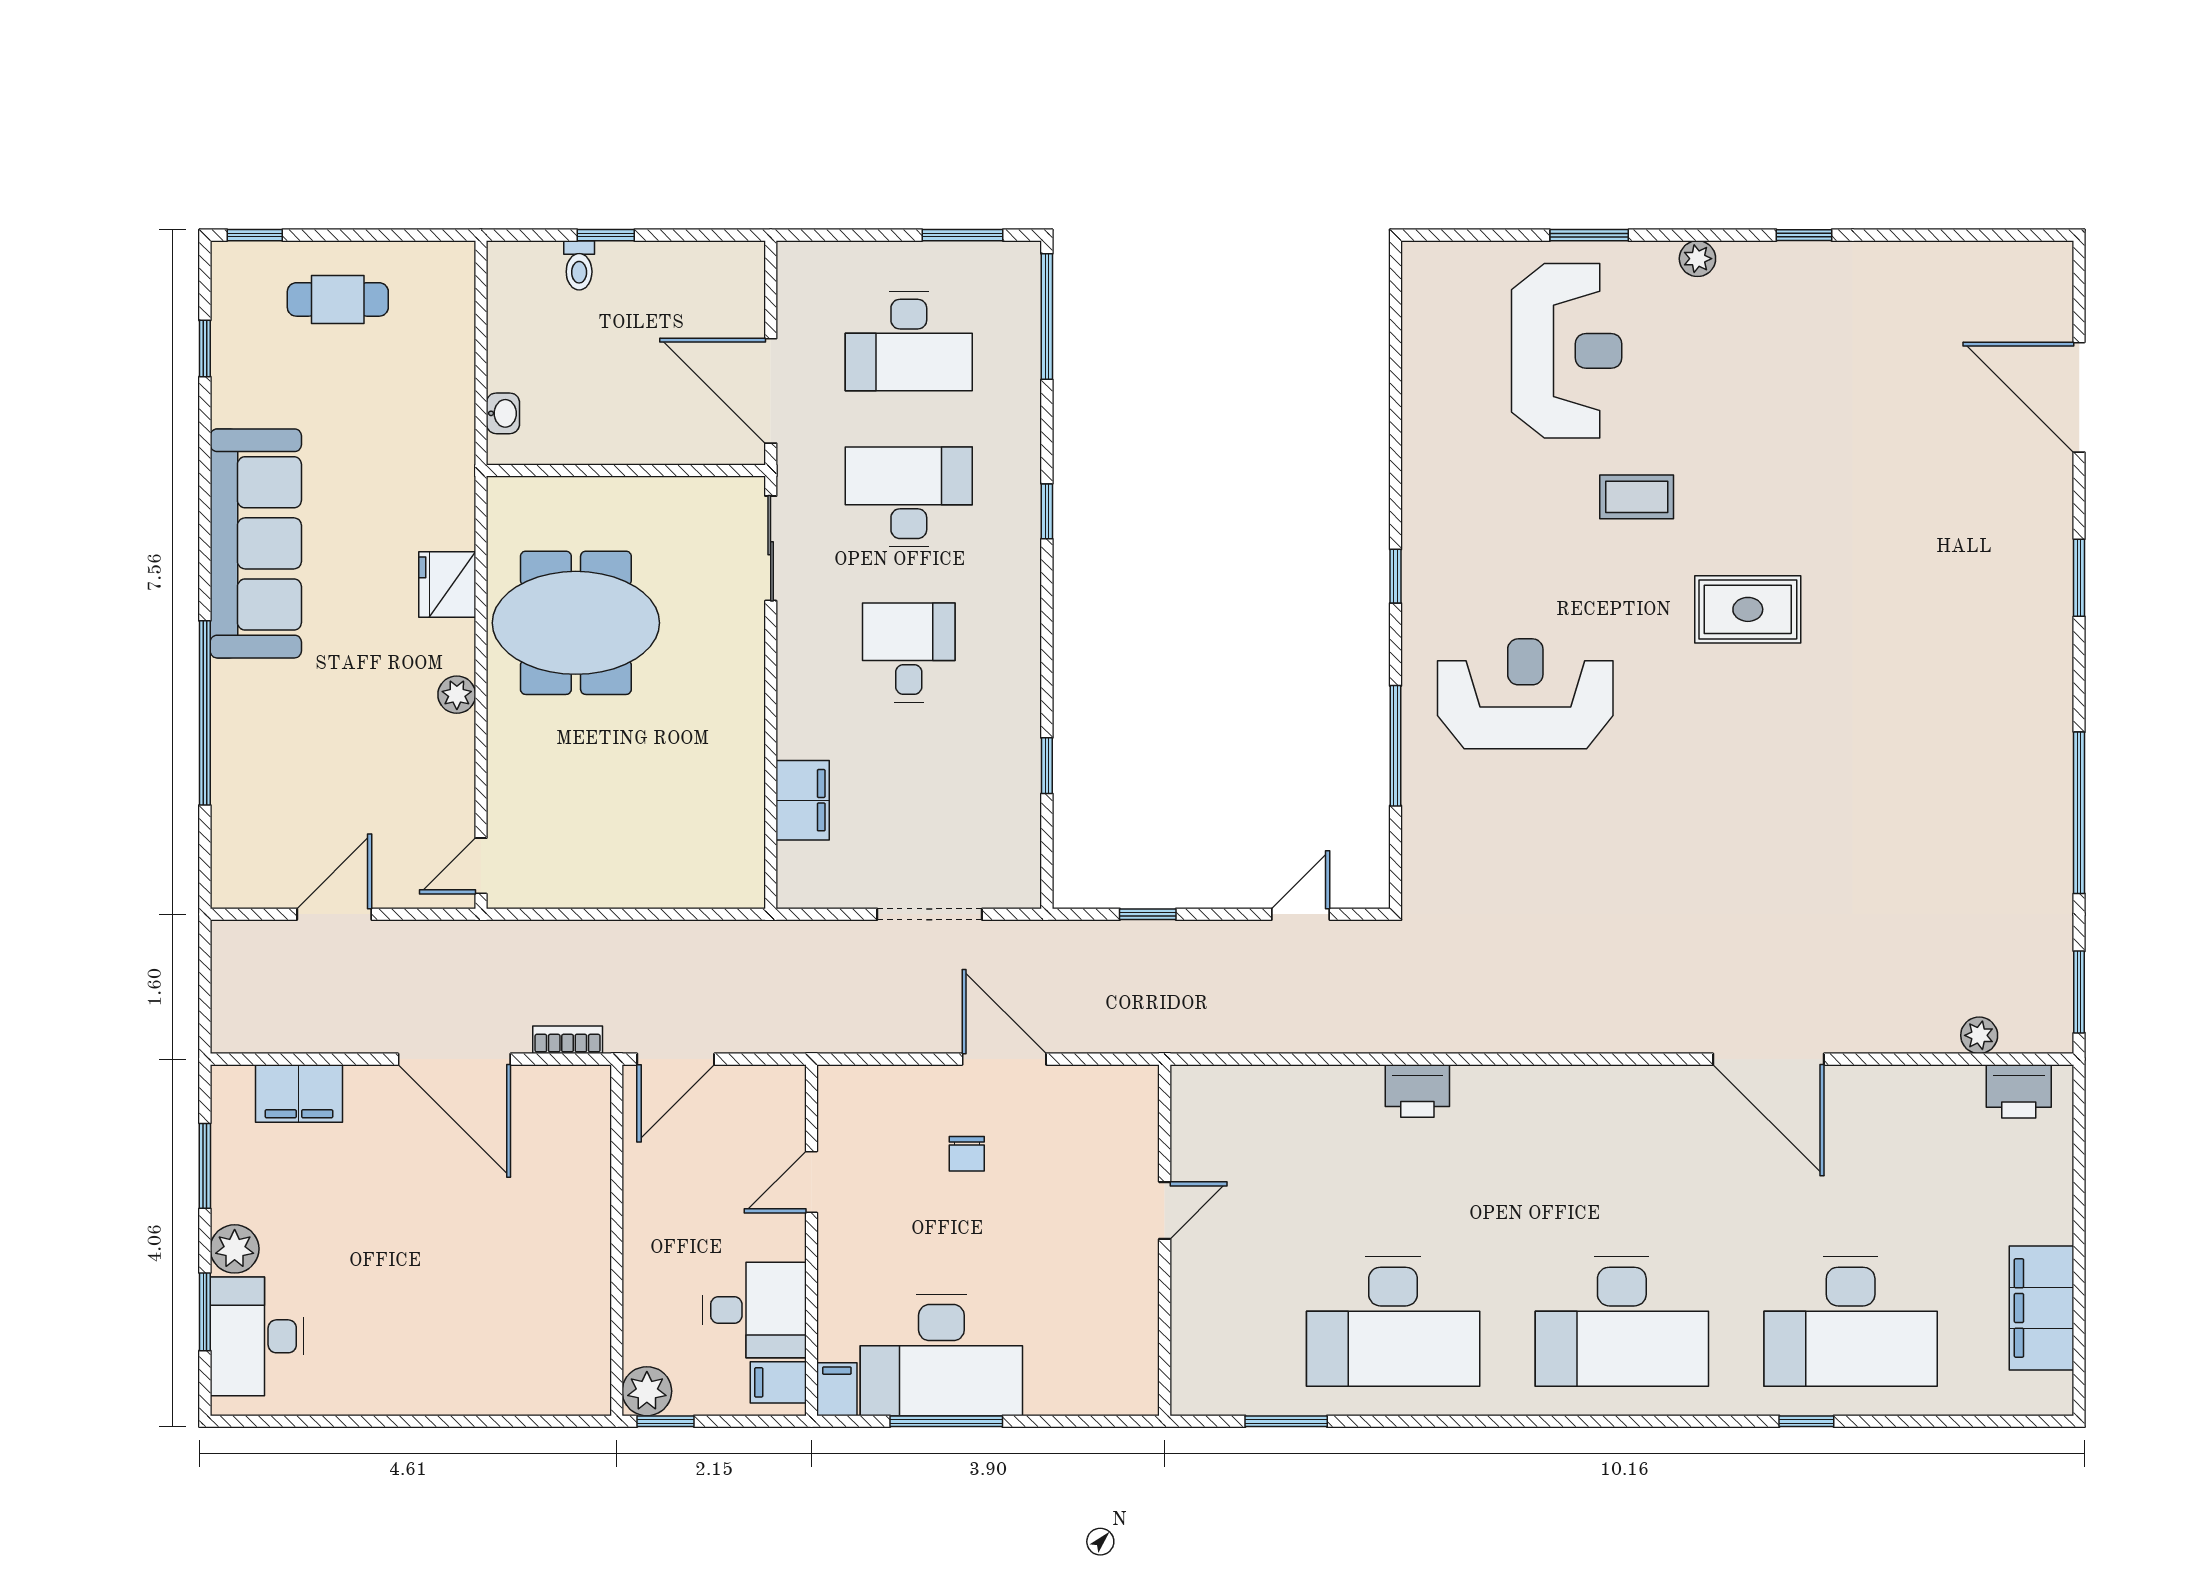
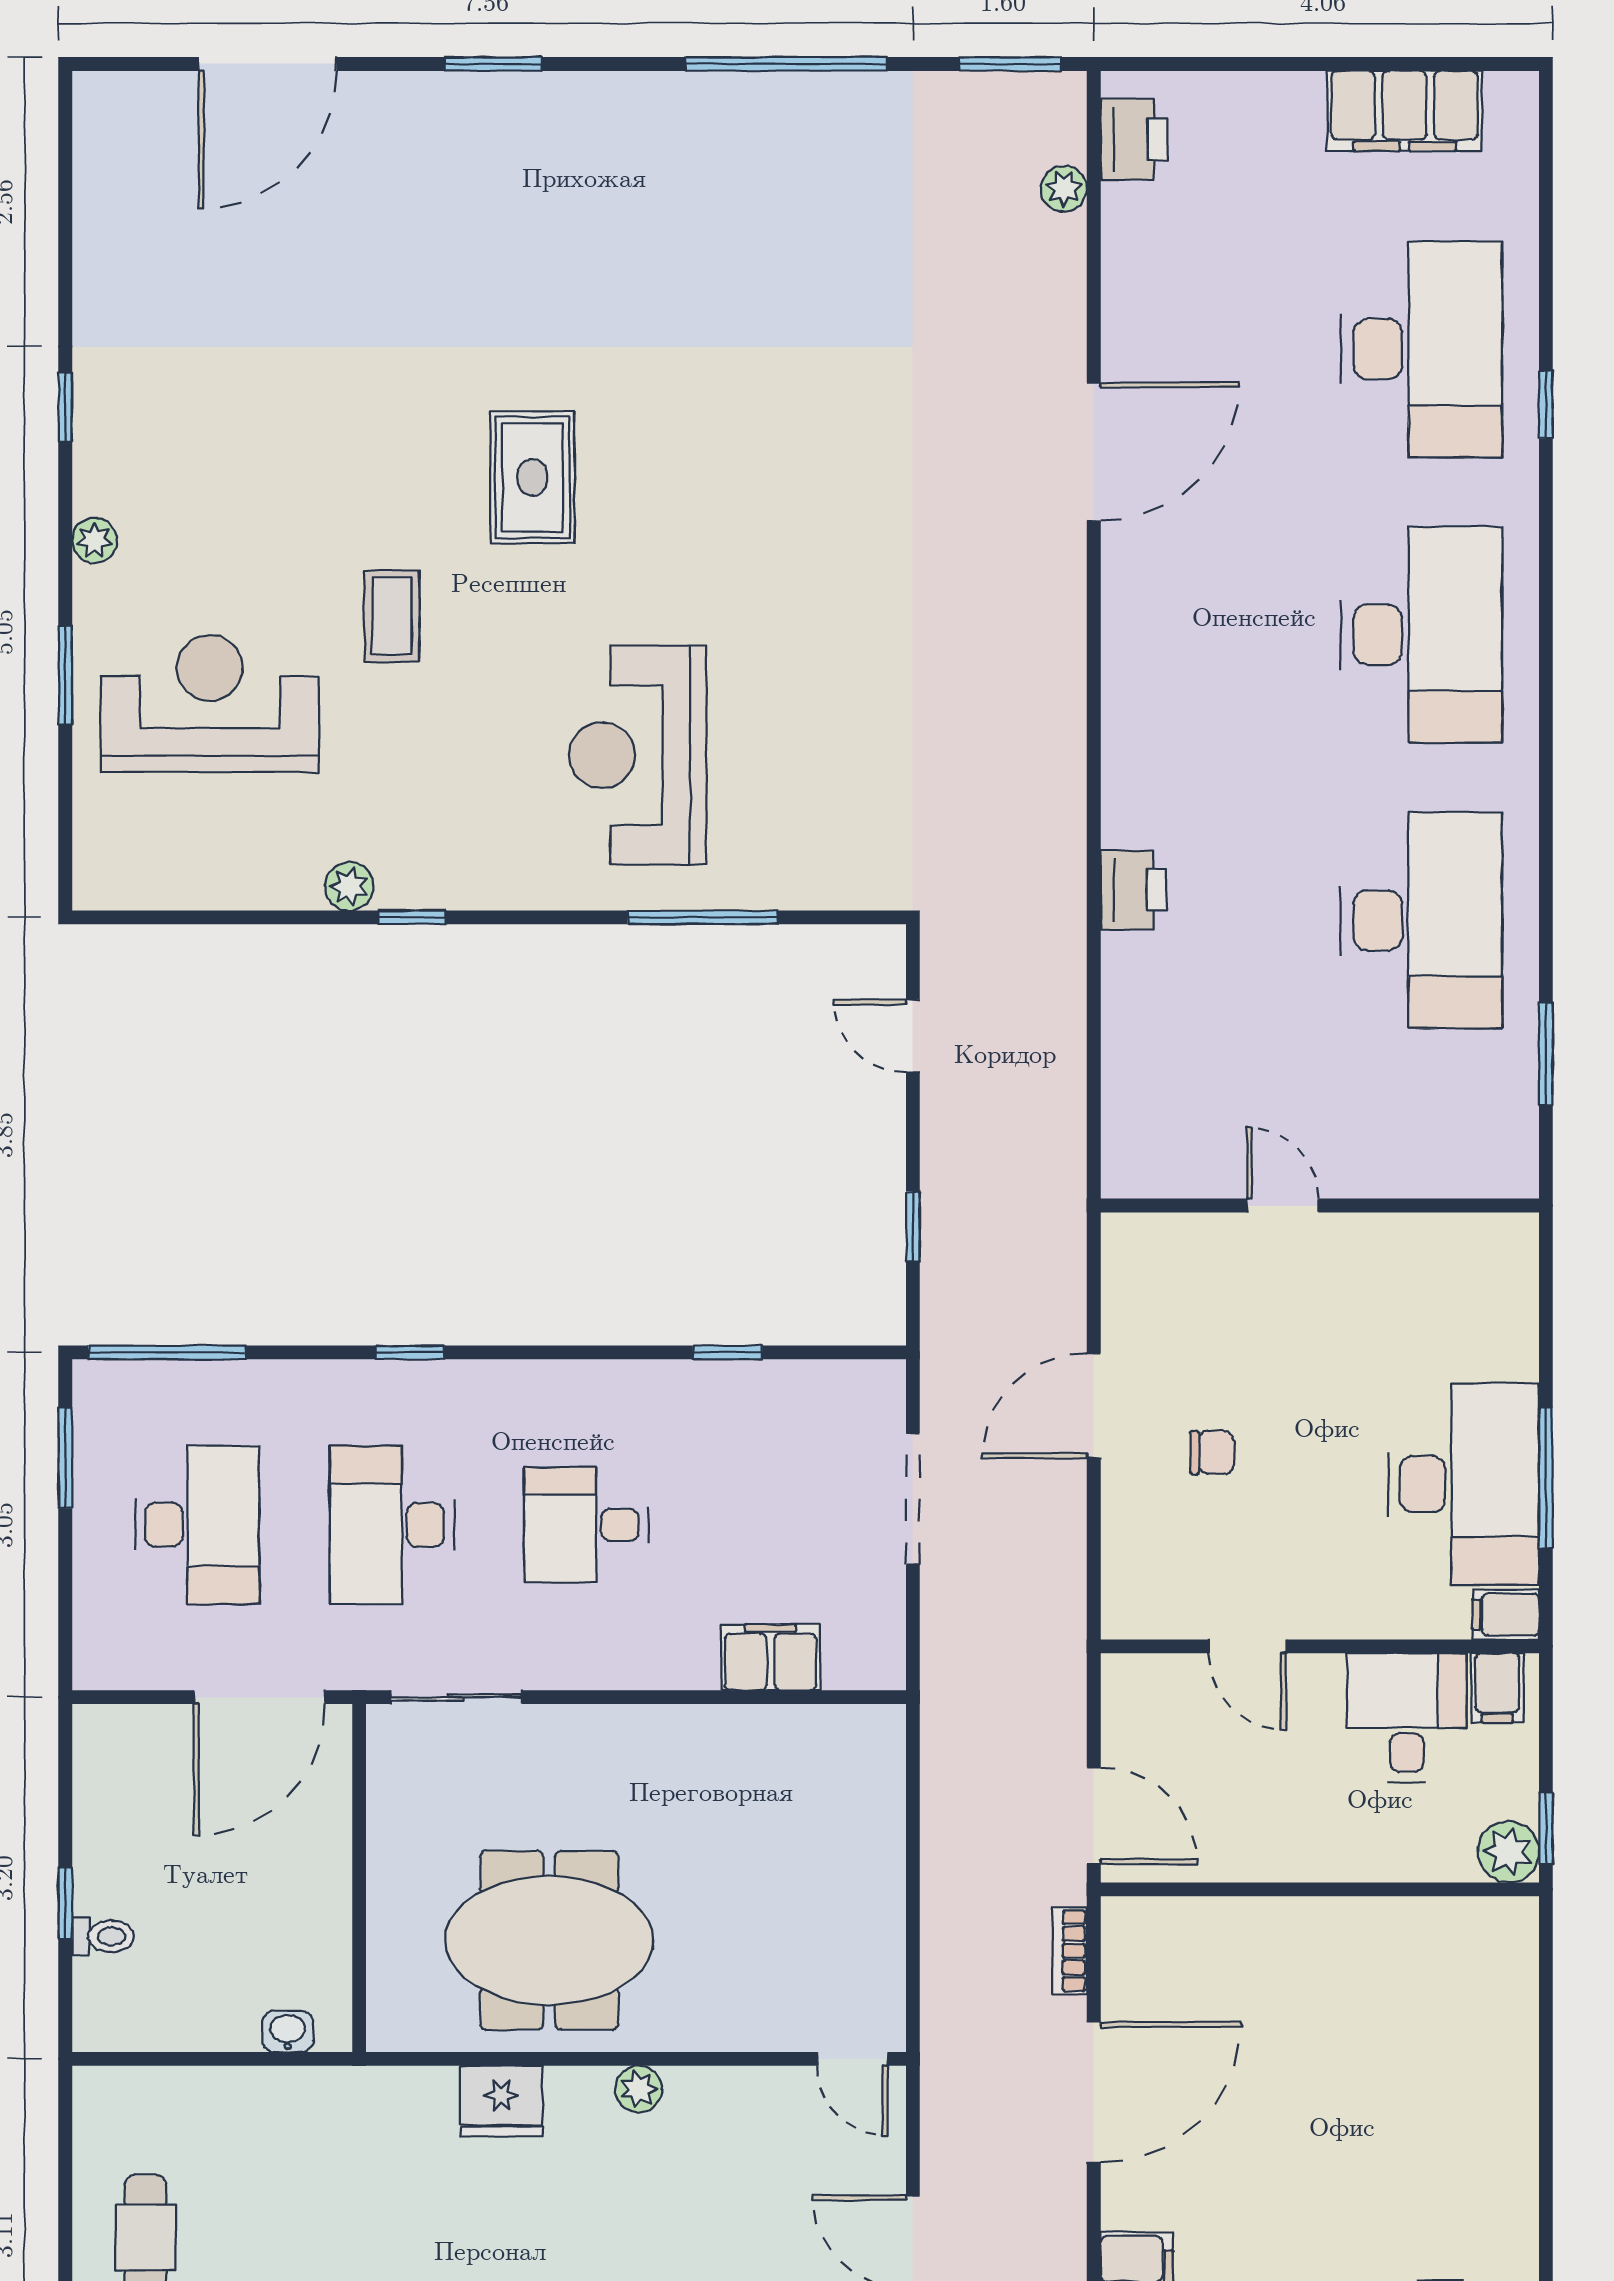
plant: (1420, 463) -> (349, 886), added
window: (1395, 576) -> (412, 917), moved
meeting table: (576, 623) -> (549, 1940), turned 90

